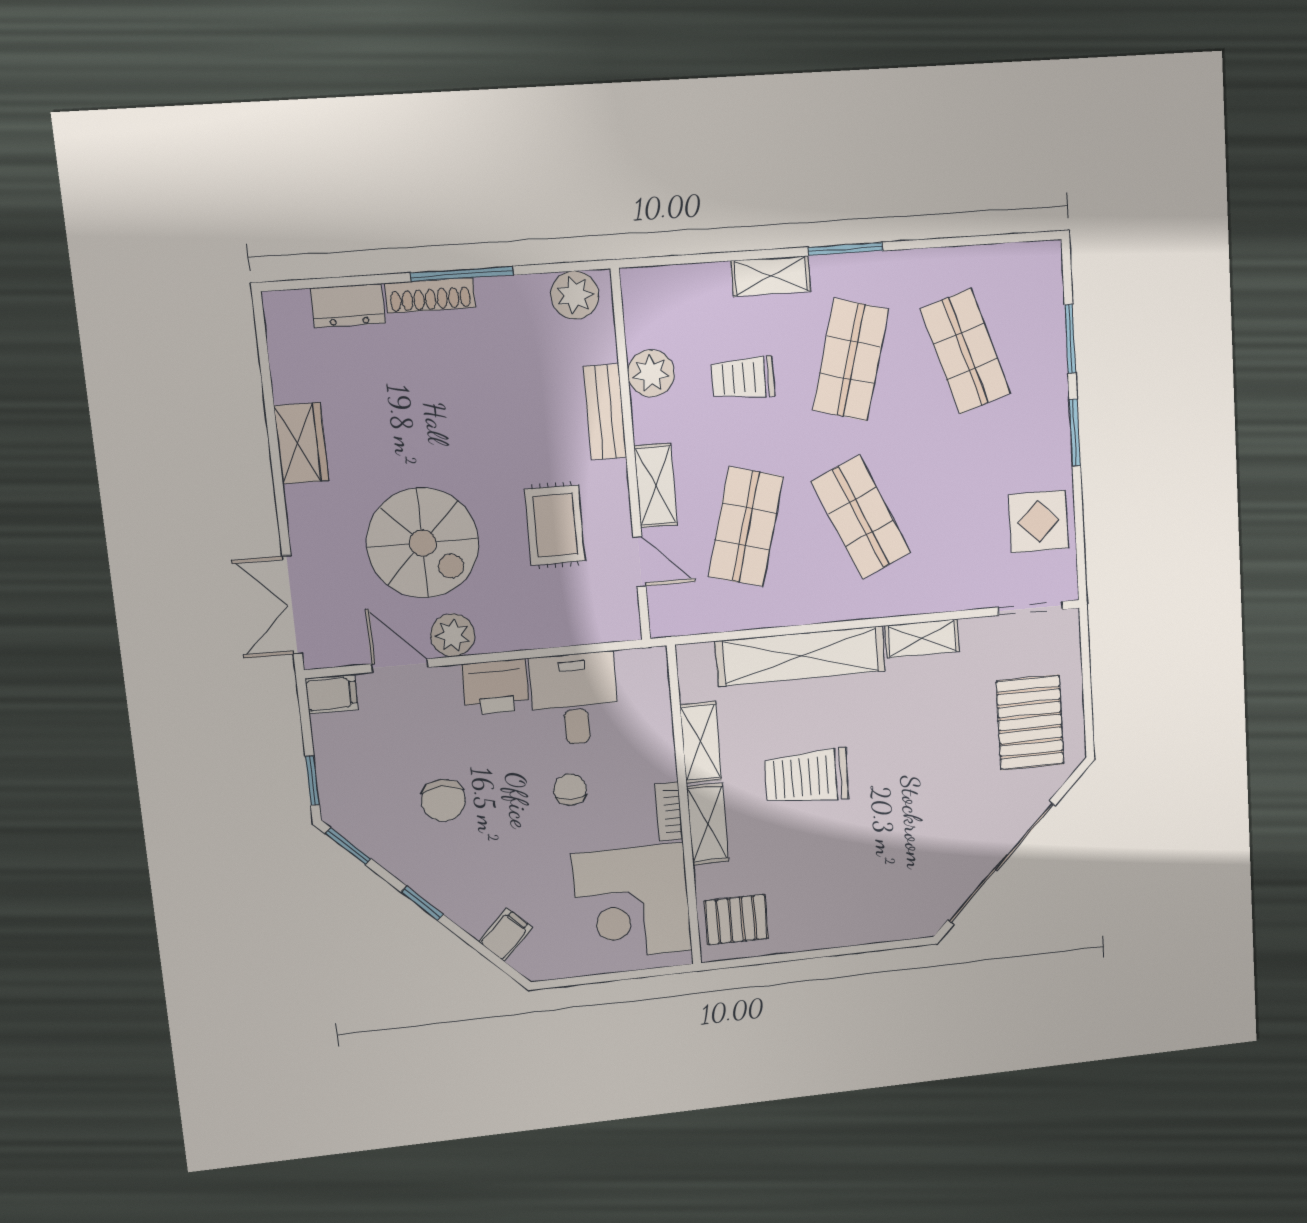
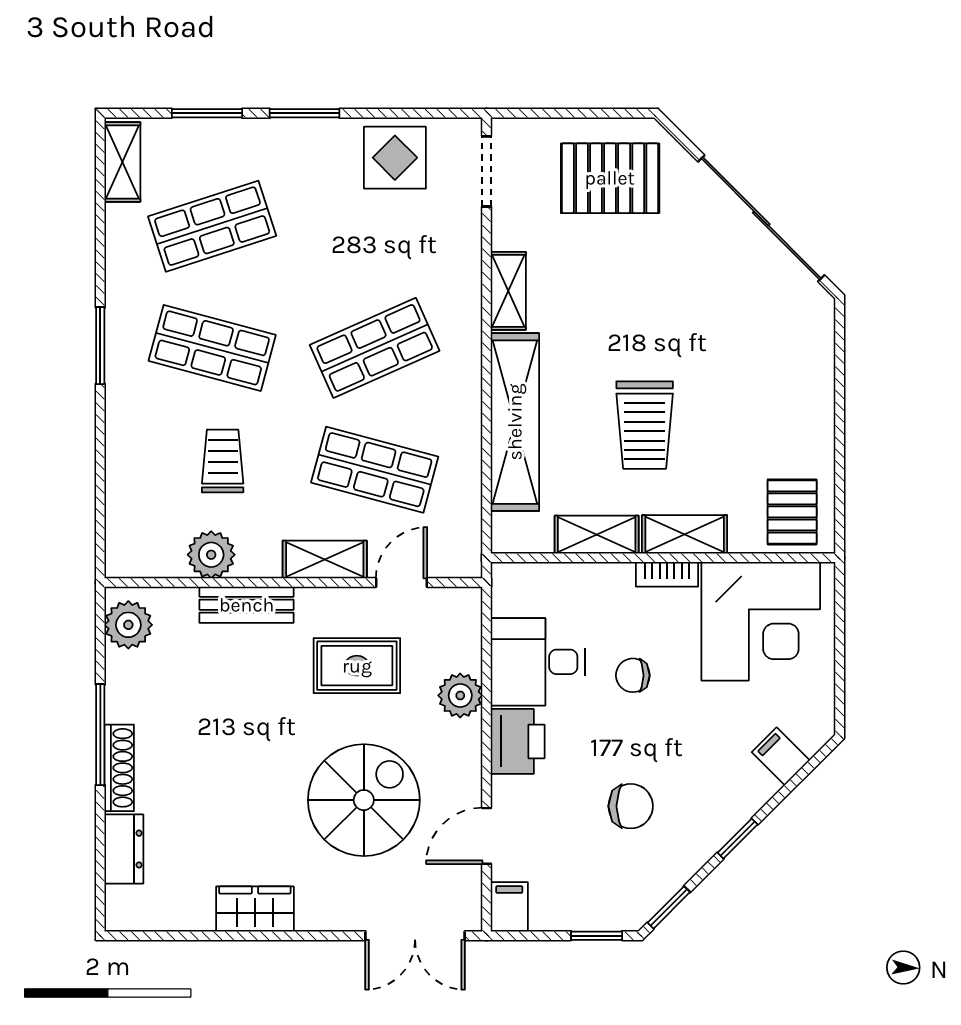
shelving: (771, 276) -> (122, 162), moved
trolley: (743, 378) -> (223, 461), turned 180
plant: (453, 635) -> (460, 695), moved

